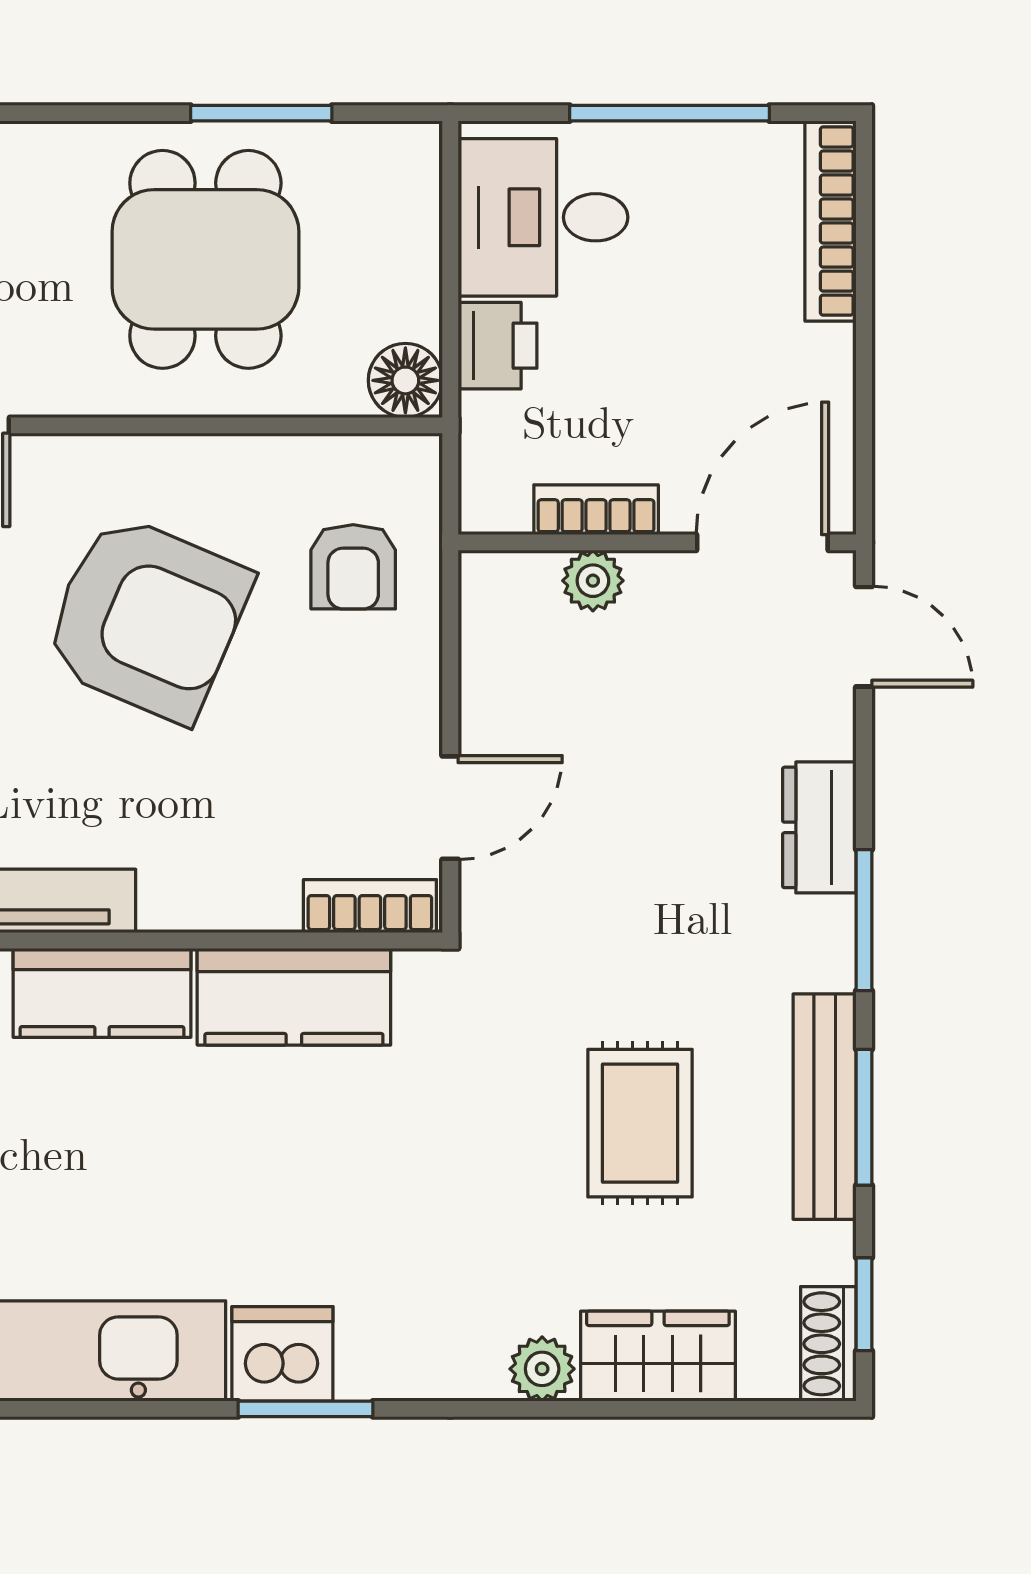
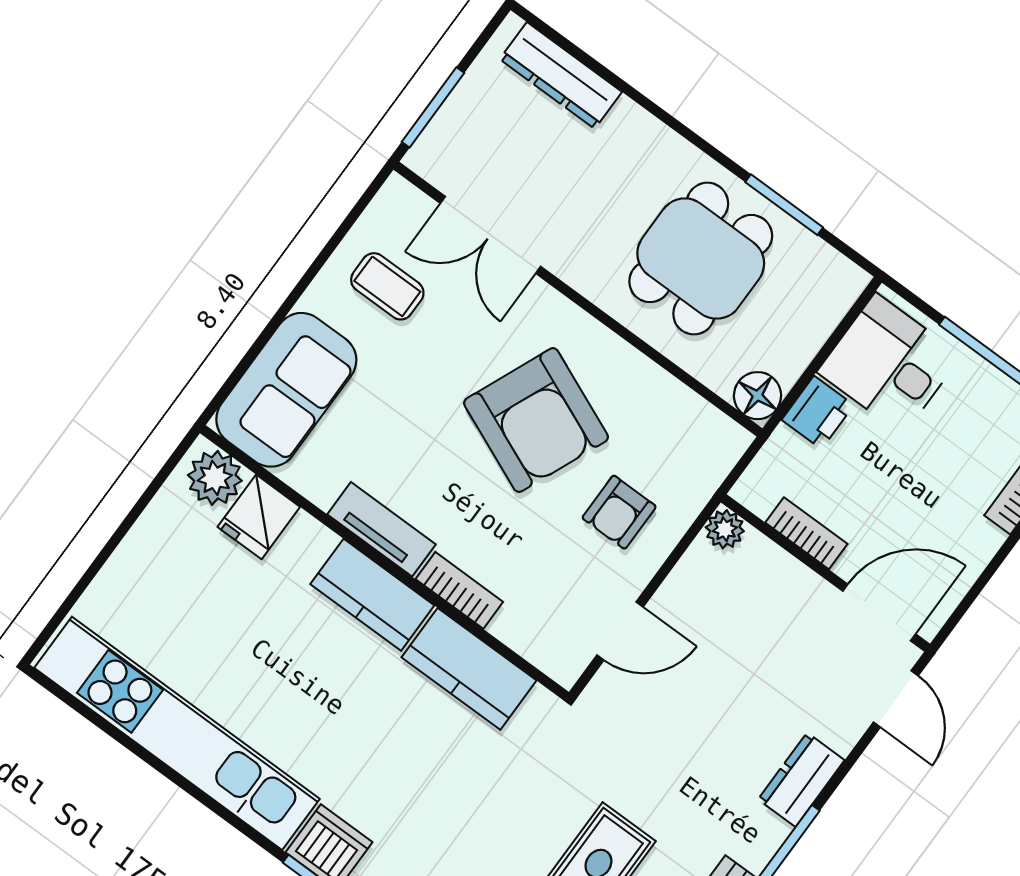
armchair: (353, 567) -> (619, 512), moved
plant: (593, 581) -> (725, 529), moved
bookcase: (370, 906) -> (459, 590), moved

